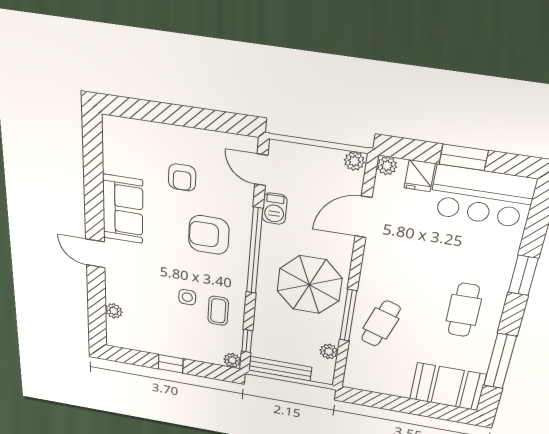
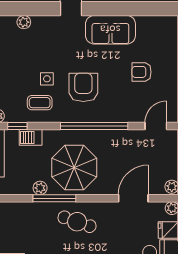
barbecue: (275, 209) -> (31, 137), moved
door: (363, 217) -> (133, 198), hinge flipped
armchair: (209, 235) -> (83, 87), moved
cafe table: (381, 324) -> (77, 222), moved
plant: (329, 351) -> (40, 188), moved

